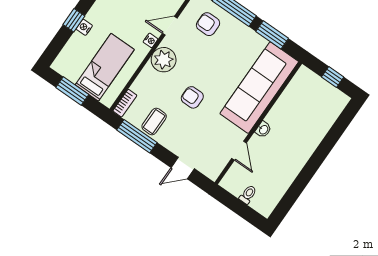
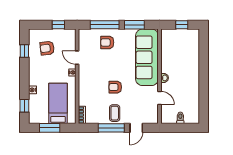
window: (74, 20) -> (24, 106), moved
armchair: (208, 24) -> (107, 42), moved
door: (170, 26) -> (77, 58), hinge flipped
plant: (164, 60) -> (86, 78), removed
coffee table: (154, 122) -> (115, 113), moved
window: (137, 136) -> (111, 128), moved

